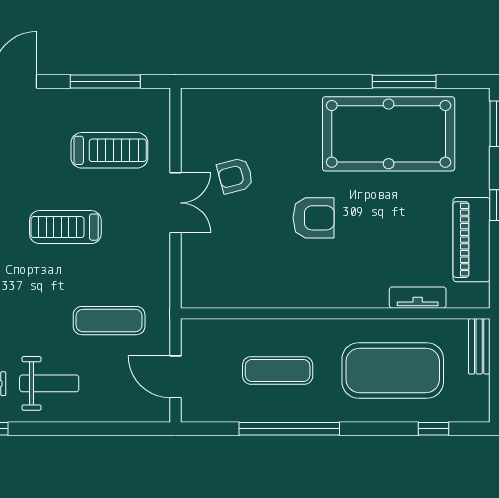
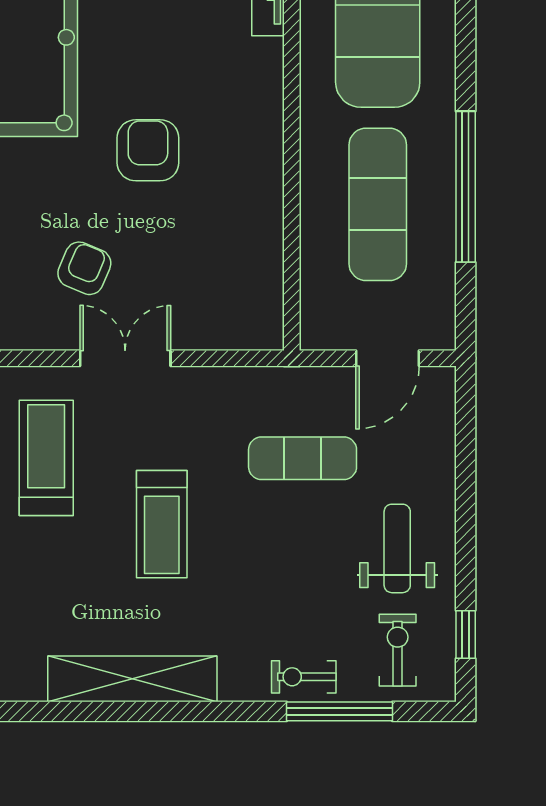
armchair: (235, 176) -> (84, 268), turned -142
exercise mat: (109, 321) -> (303, 458), turned 90
exercise mat: (278, 370) -> (378, 204), width x1.36, depth x1.45

